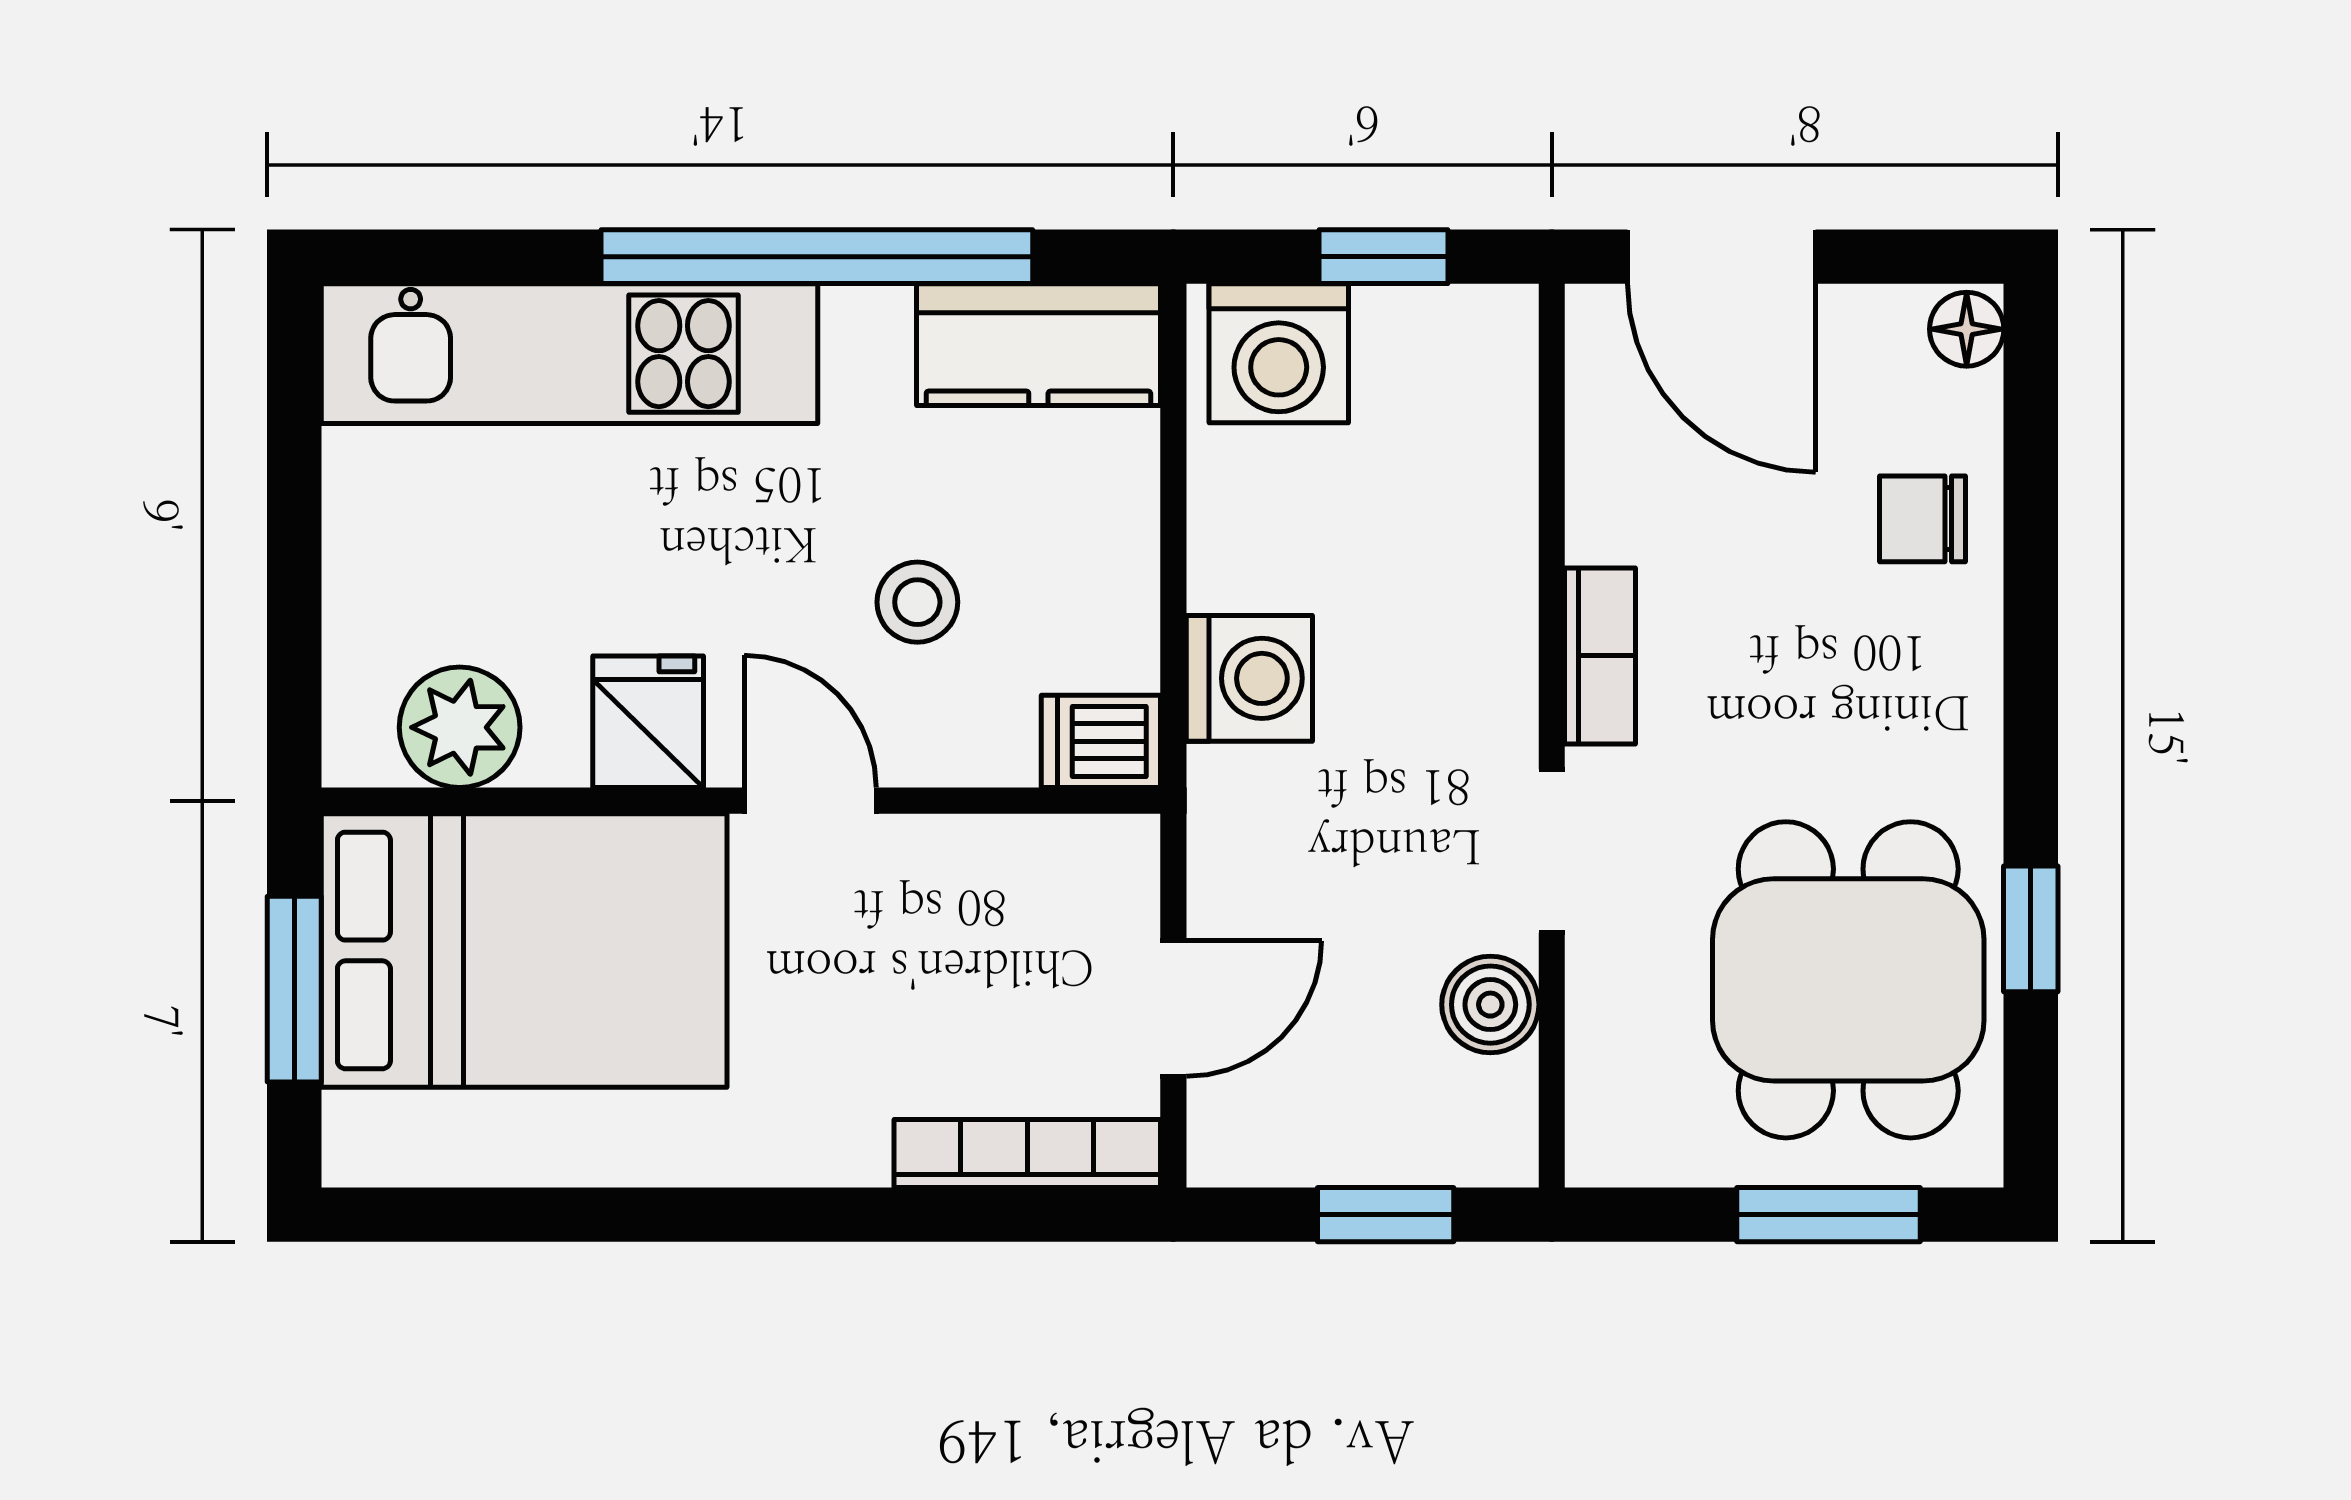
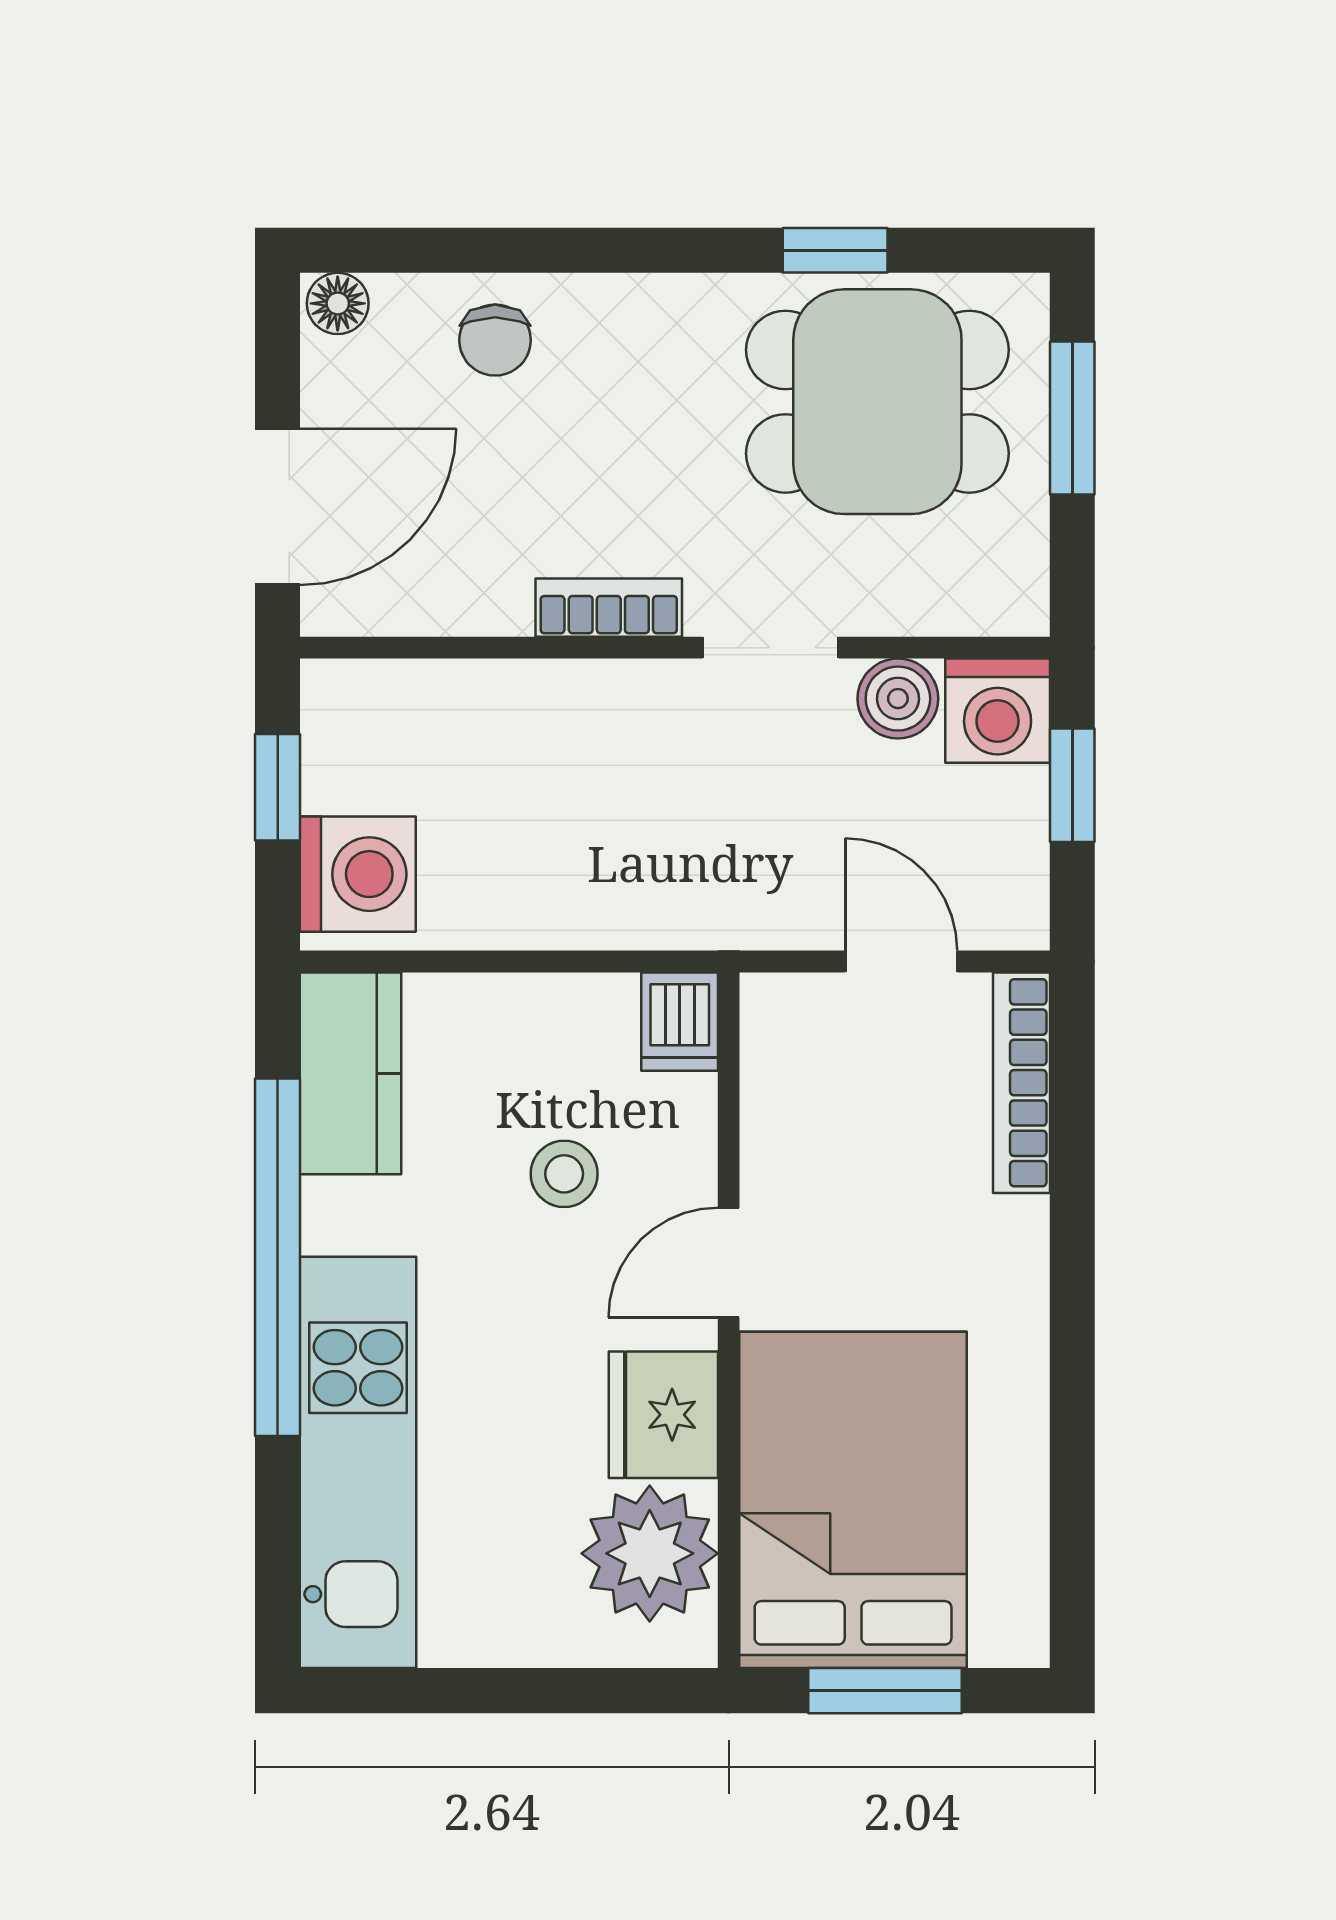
washing machine: (1249, 678) -> (998, 711), moved, turned 180
fridge: (648, 722) -> (663, 1415), width x1.38
plant: (460, 727) -> (650, 1553), width x1.36, depth x1.36

